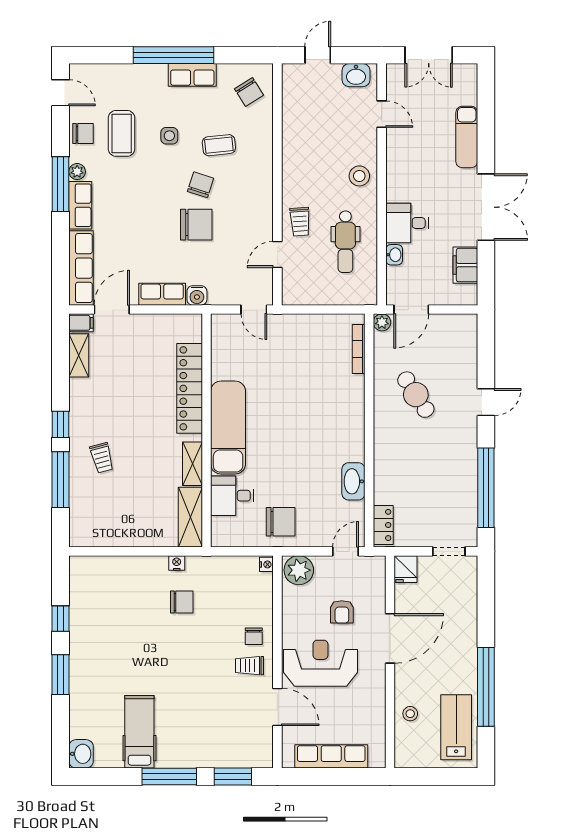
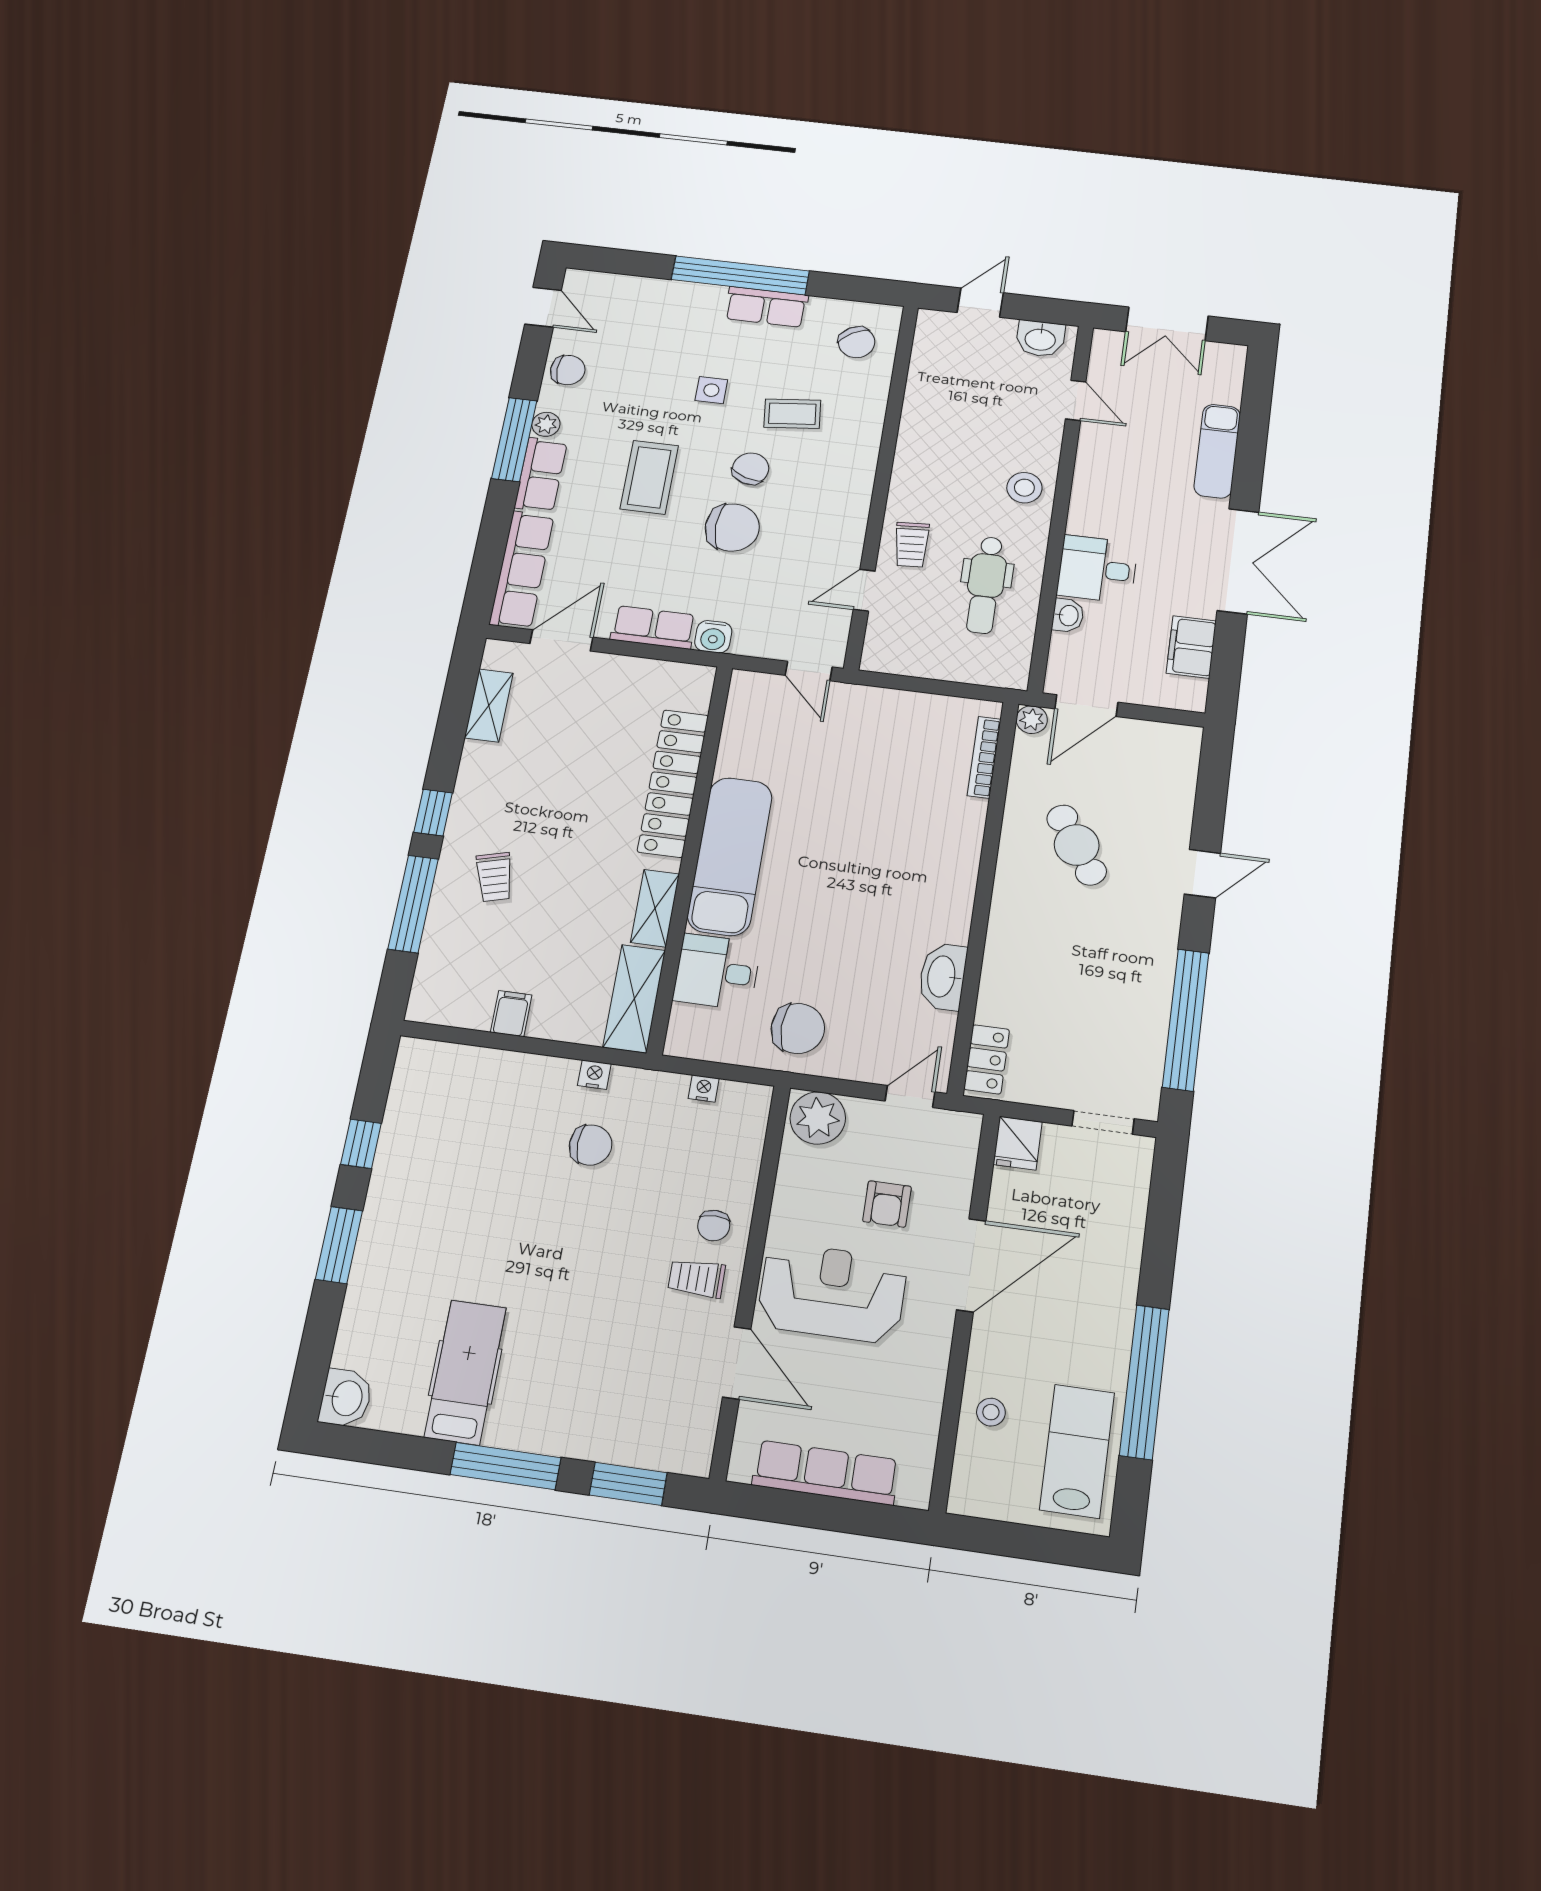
coffee table: (122, 133) -> (649, 477), moved
filing cabinet: (81, 323) -> (511, 1014), moved, turned -90
nightstand: (266, 564) -> (704, 1088), moved, turned -90

